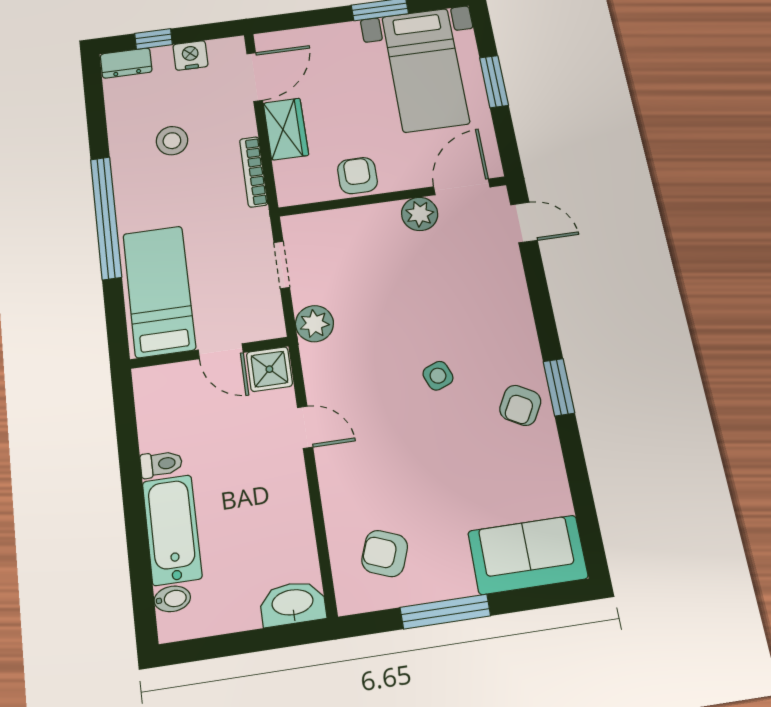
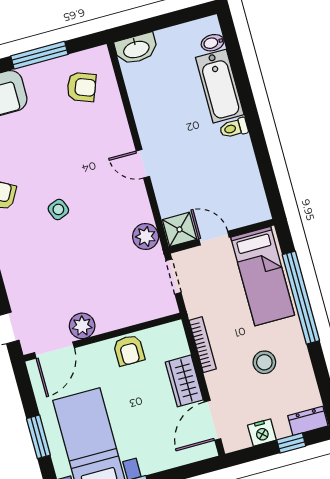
bed: (159, 291) -> (263, 276), moved
door: (221, 351) -> (214, 238), moved
wall: (209, 353) -> (222, 236), moved
shower: (269, 369) -> (180, 229), moved

